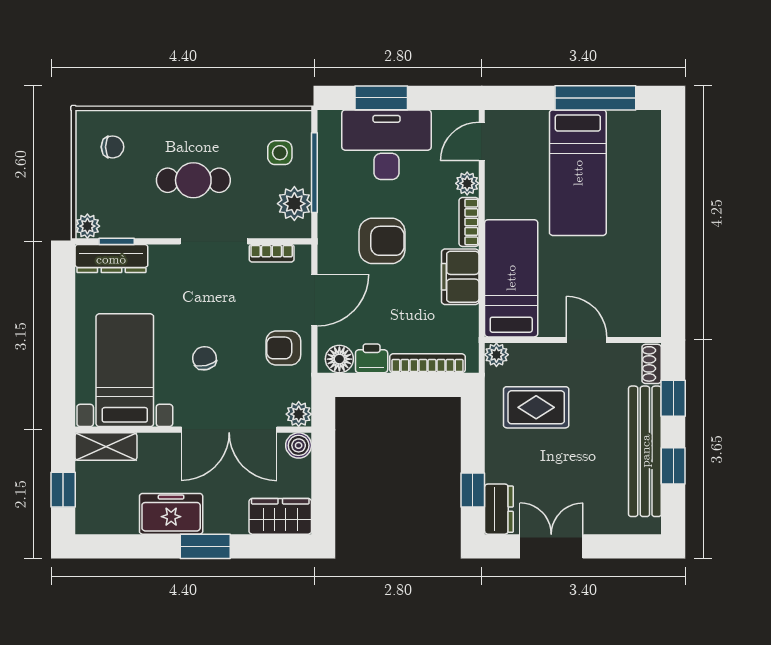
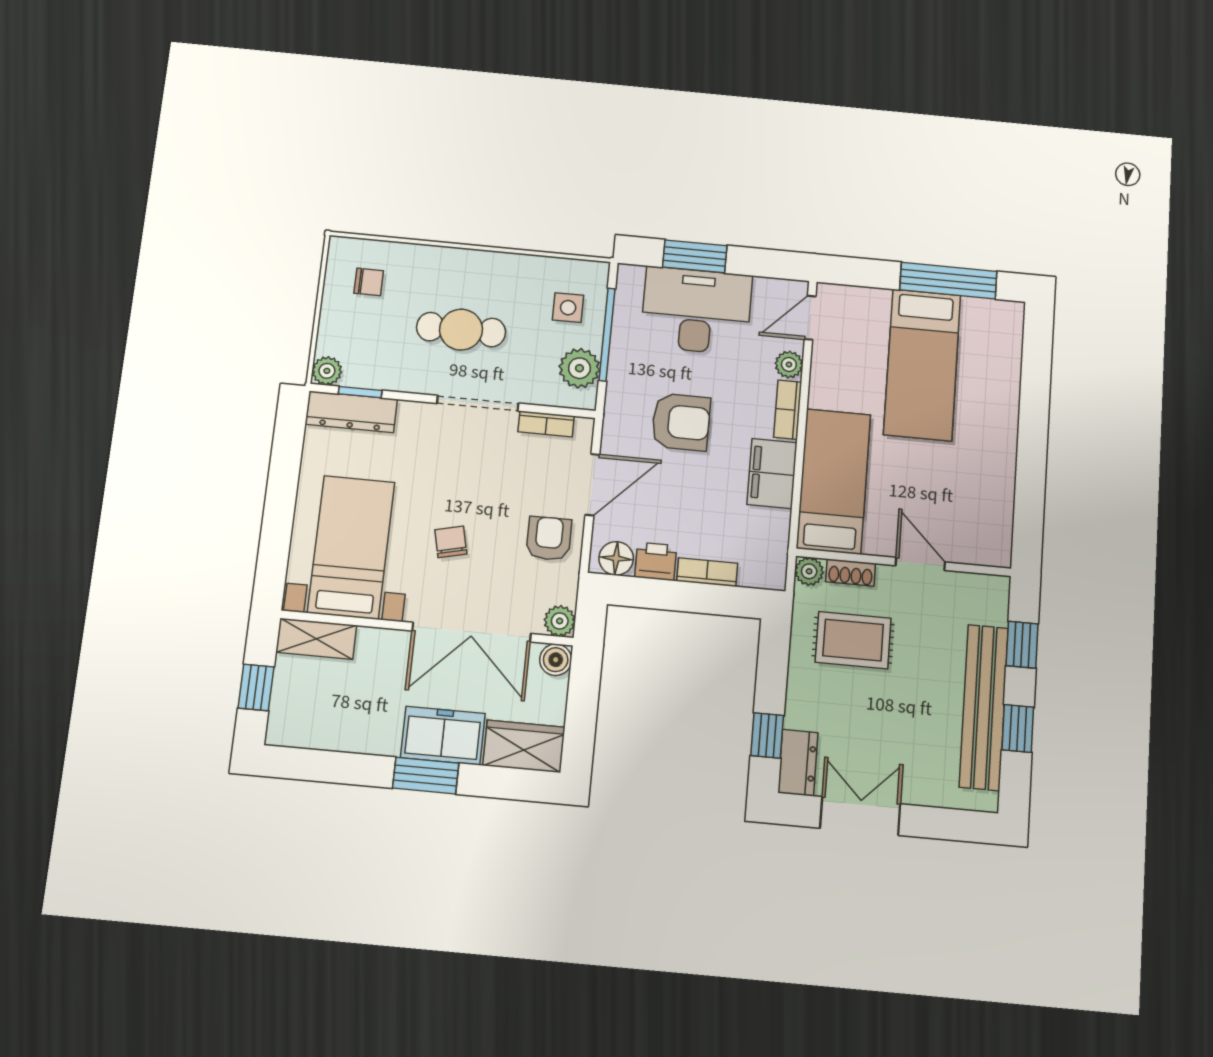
armchair: (283, 348) -> (549, 539), turned 90
bookcase: (427, 363) -> (707, 572), width x0.64
shoe rack: (652, 364) -> (851, 573), moved, turned -90
freezer: (171, 514) -> (443, 736), moved

